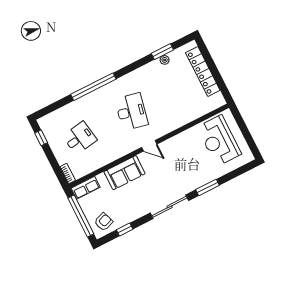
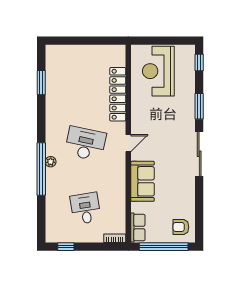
plant: (165, 60) -> (51, 162), moved
locker: (203, 72) -> (118, 94), moved, turned 90
reception desk: (219, 141) -> (158, 71), turned 90
armchair: (104, 222) -> (181, 227), turned -71
window: (125, 230) -> (199, 62), moved

